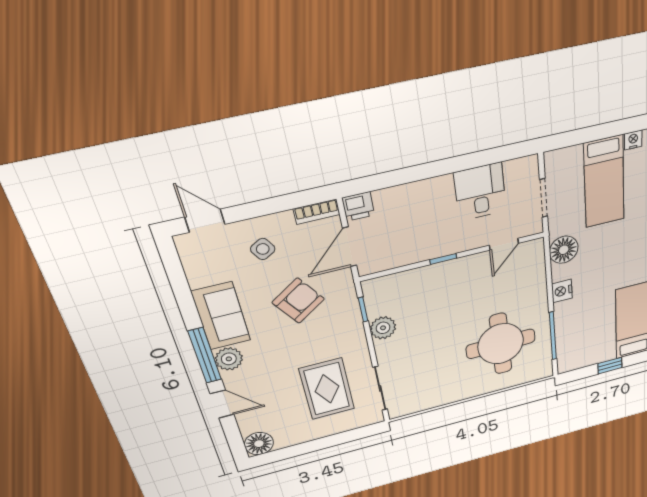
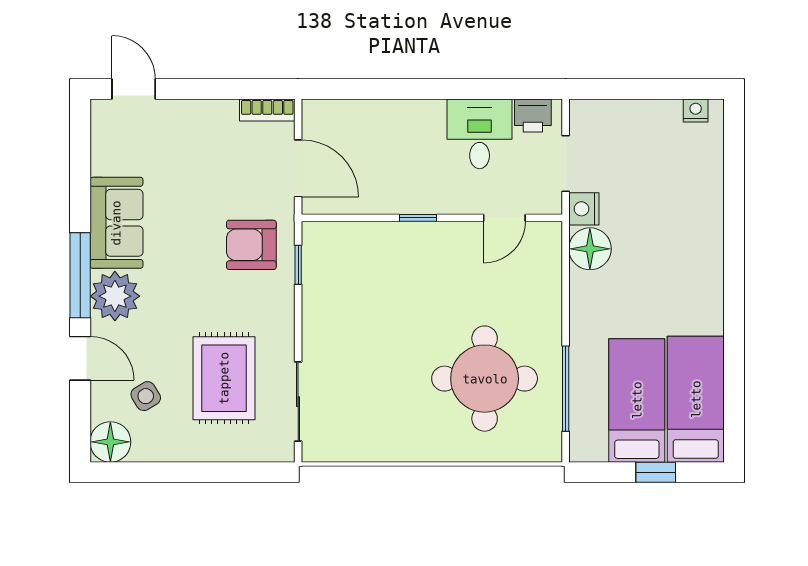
bed: (604, 182) -> (637, 400), moved, turned 180
printer: (358, 206) -> (533, 116), moved
door: (350, 247) -> (298, 168), swing flipped
side table: (263, 249) -> (146, 396), moved
nightstand: (562, 291) -> (584, 209), moved
armchair: (298, 301) -> (251, 245), moved, turned -146
plant: (383, 328) -> (320, 301), removed
plant: (229, 359) -> (115, 296), width x1.36, depth x1.36

